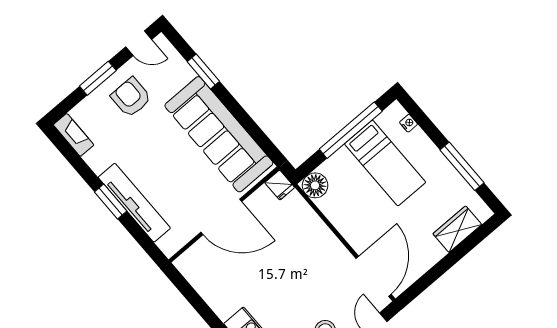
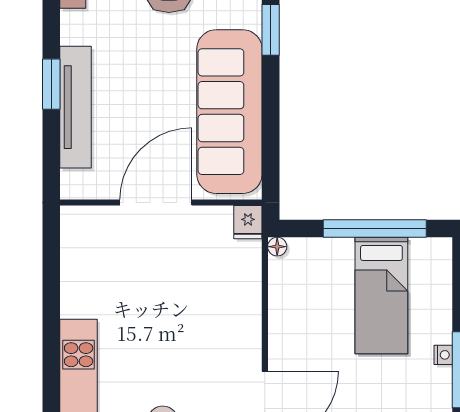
nightstand: (409, 123) -> (443, 355), moved
floor lamp: (315, 185) -> (277, 247), width x0.53, depth x0.53
door: (221, 217) -> (156, 203), swing flipped

